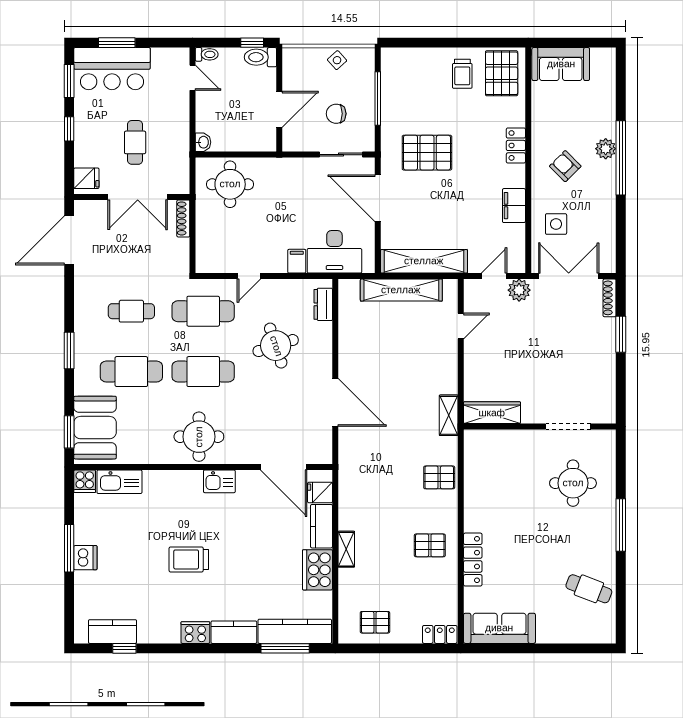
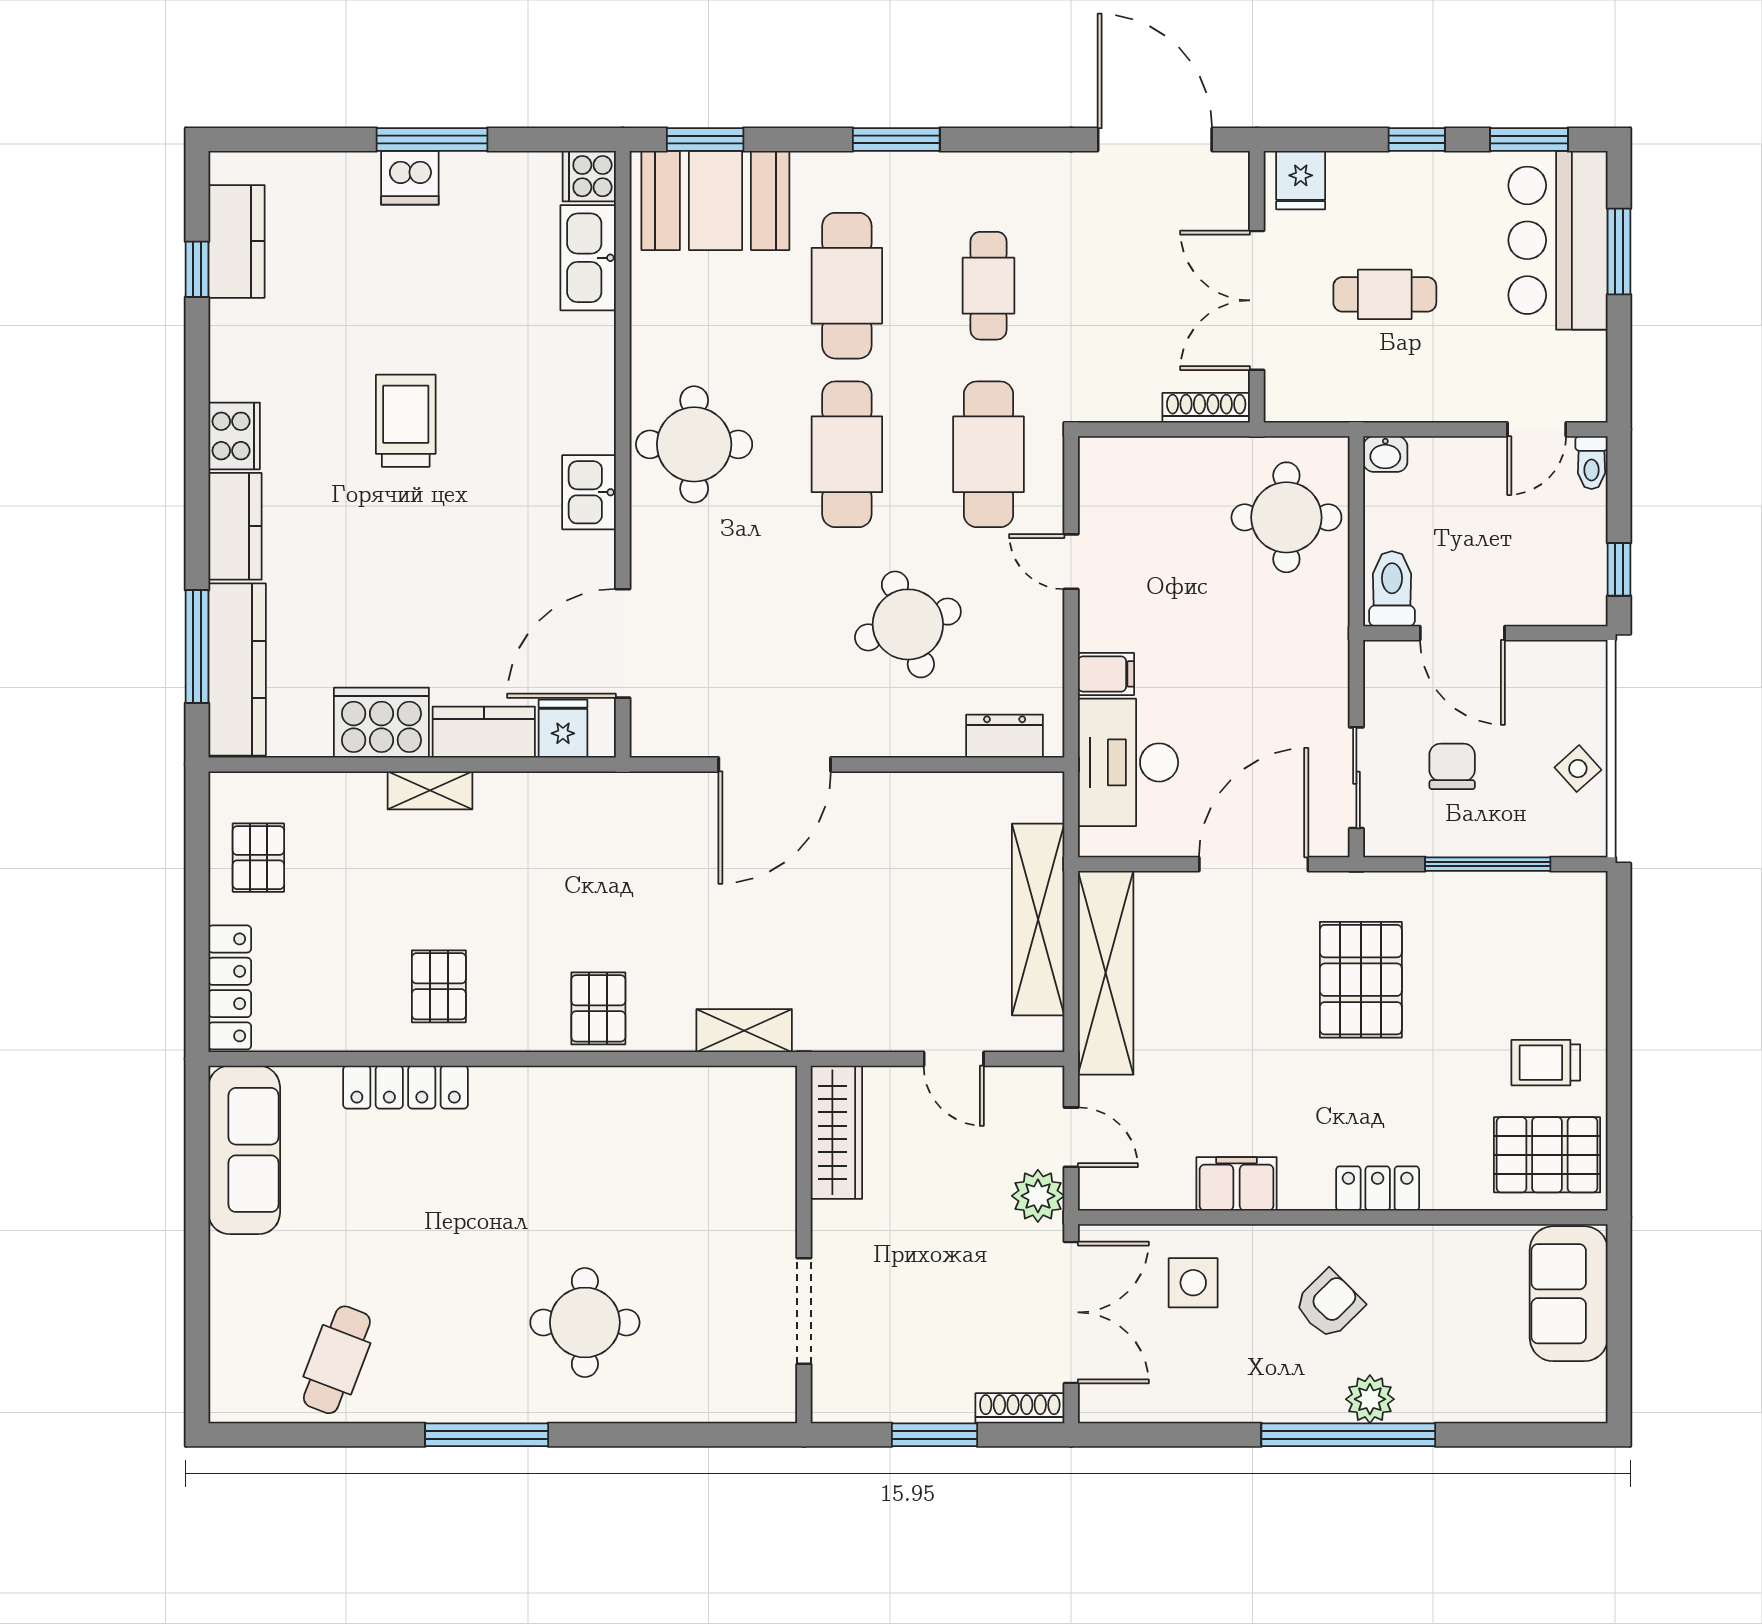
toilet: (260, 57) -> (1392, 589), moved
wardrobe: (492, 413) -> (836, 1132), moved
wall: (540, 427) -> (804, 1245), moved
doorway: (568, 427) -> (804, 1311), moved
locker: (440, 634) -> (230, 987), width x1.53

